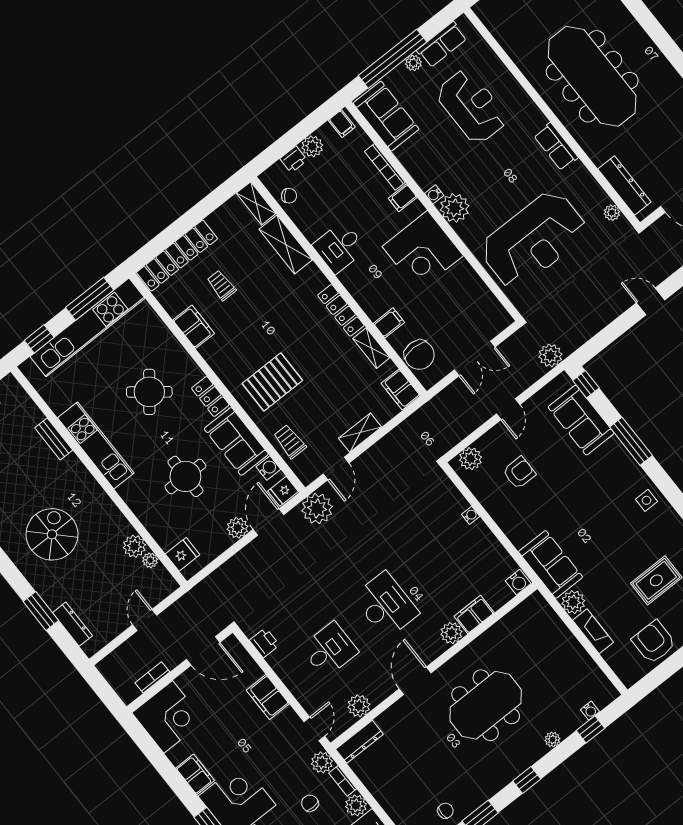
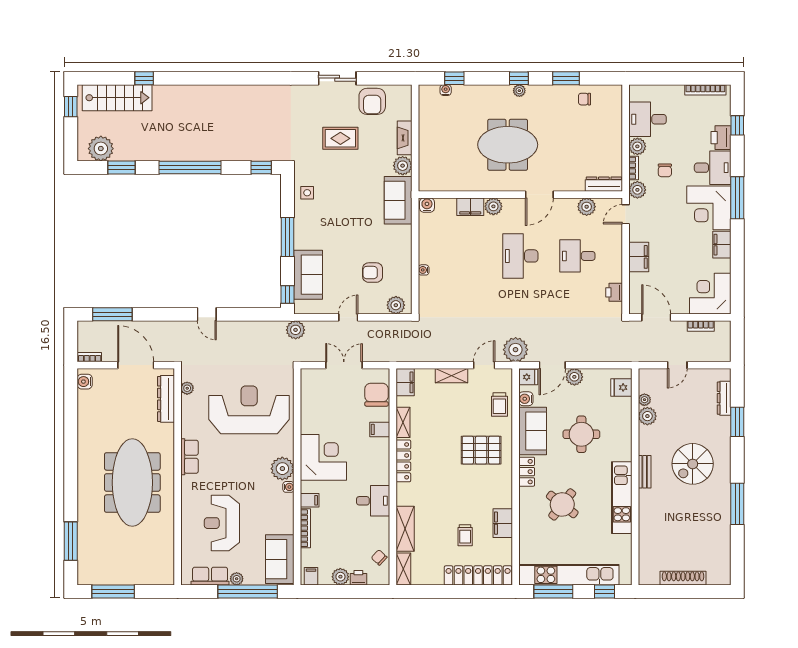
bench: (54, 439) -> (645, 472), moved
plant: (552, 740) -> (519, 91), moved

